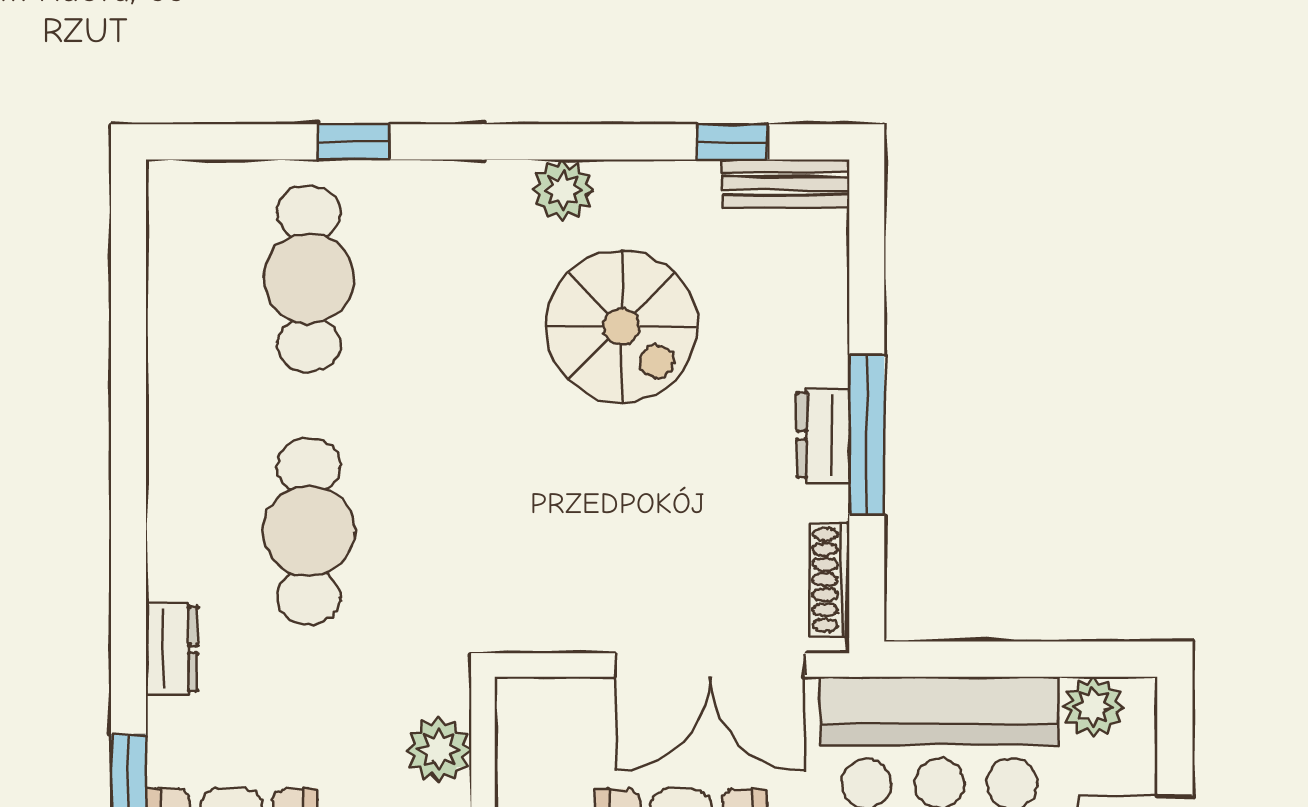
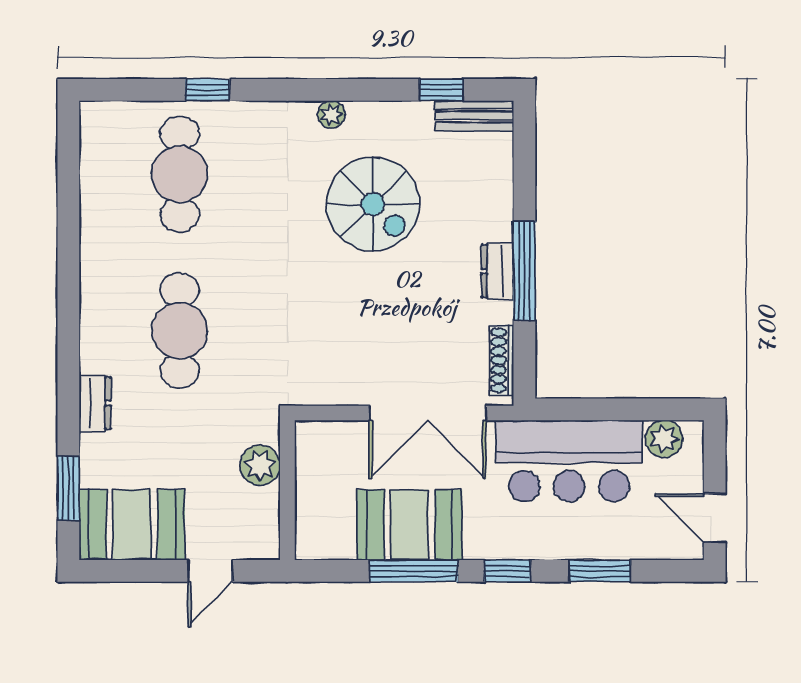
plant: (563, 190) -> (331, 114), width x0.73, depth x0.73

